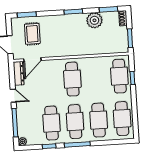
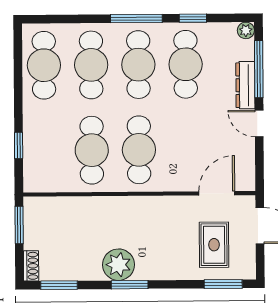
plant: (94, 20) -> (118, 265), moved
dresser: (19, 73) -> (245, 85), moved
cafe table: (119, 76) -> (92, 150), moved

